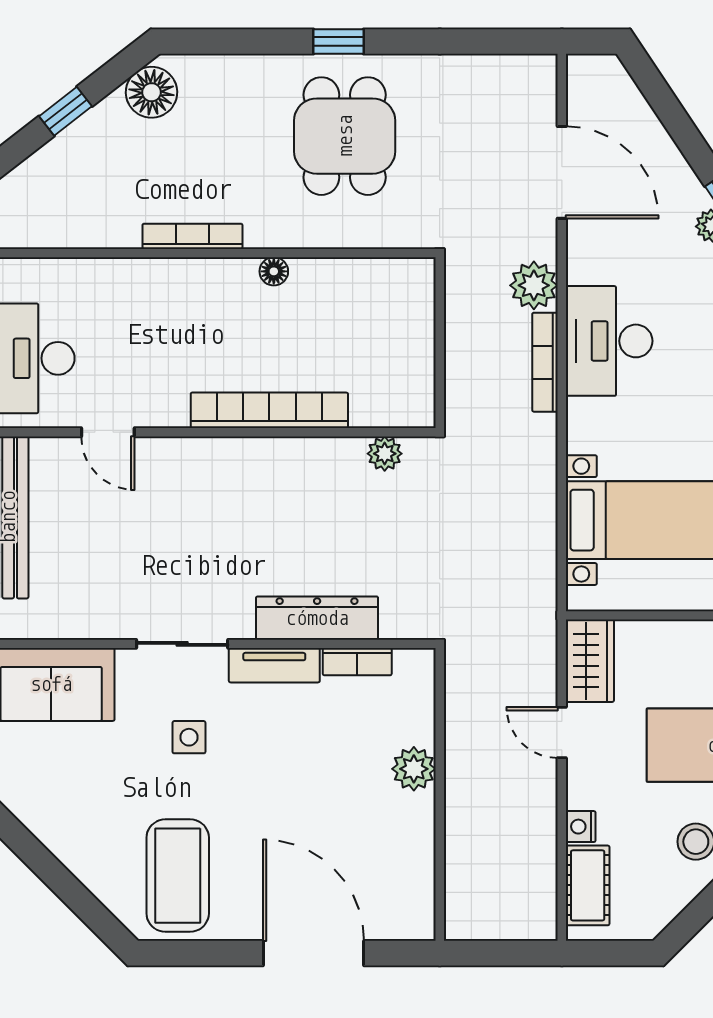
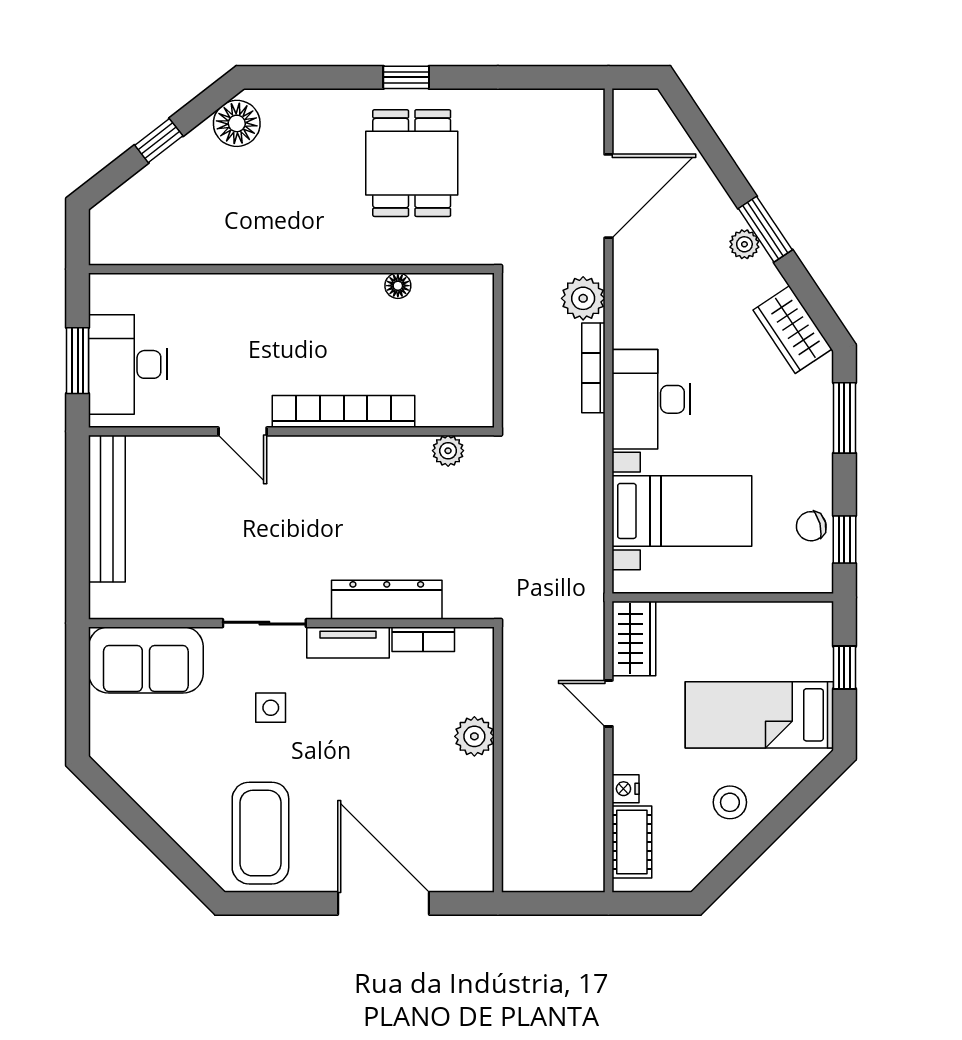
door: (562, 172) -> (609, 196), hinge flipped
bookcase: (192, 236) -> (274, 254), removed
floor lamp: (274, 271) -> (398, 286), moved
desk: (609, 341) -> (651, 399), moved
door: (108, 432) -> (243, 431), moved

